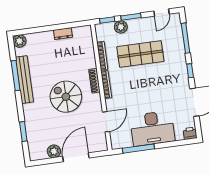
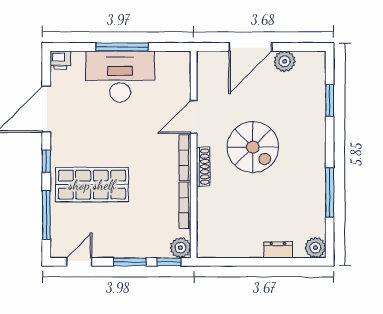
plant: (121, 27) -> (180, 248), moved
dresser: (63, 34) -> (278, 250), moved
shop shelf: (140, 54) -> (92, 185), moved
bench: (24, 80) -> (316, 184), removed
door: (106, 122) -> (194, 117), moved
window: (138, 149) -> (122, 47), moved

